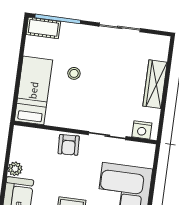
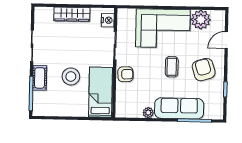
cot: (43, 28) -> (40, 78), moved
stool: (74, 73) -> (71, 76), width x1.89, depth x1.89
bed: (33, 90) -> (101, 92), moved, turned 90

